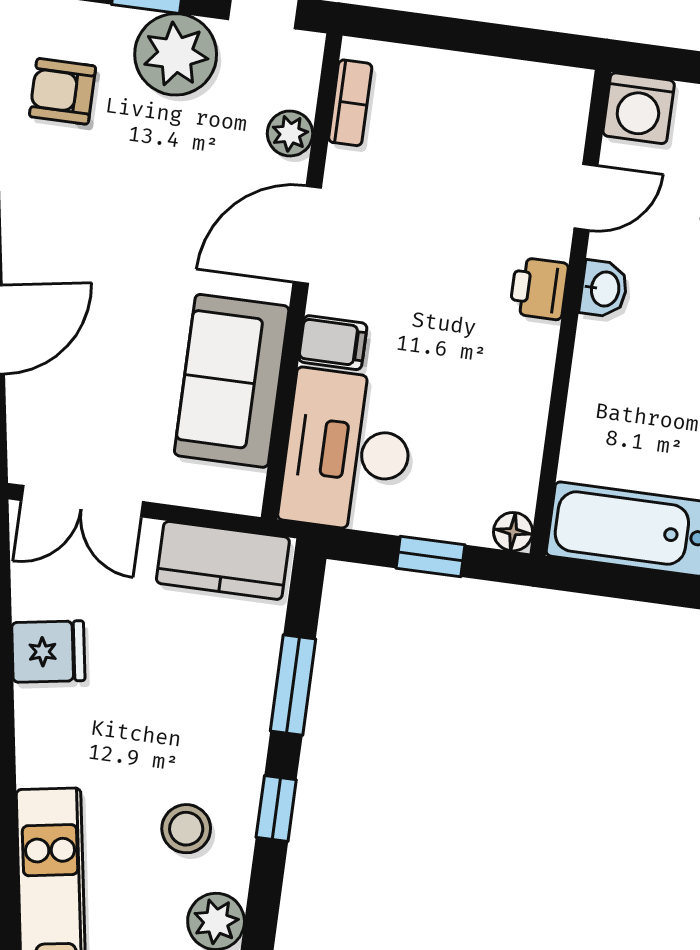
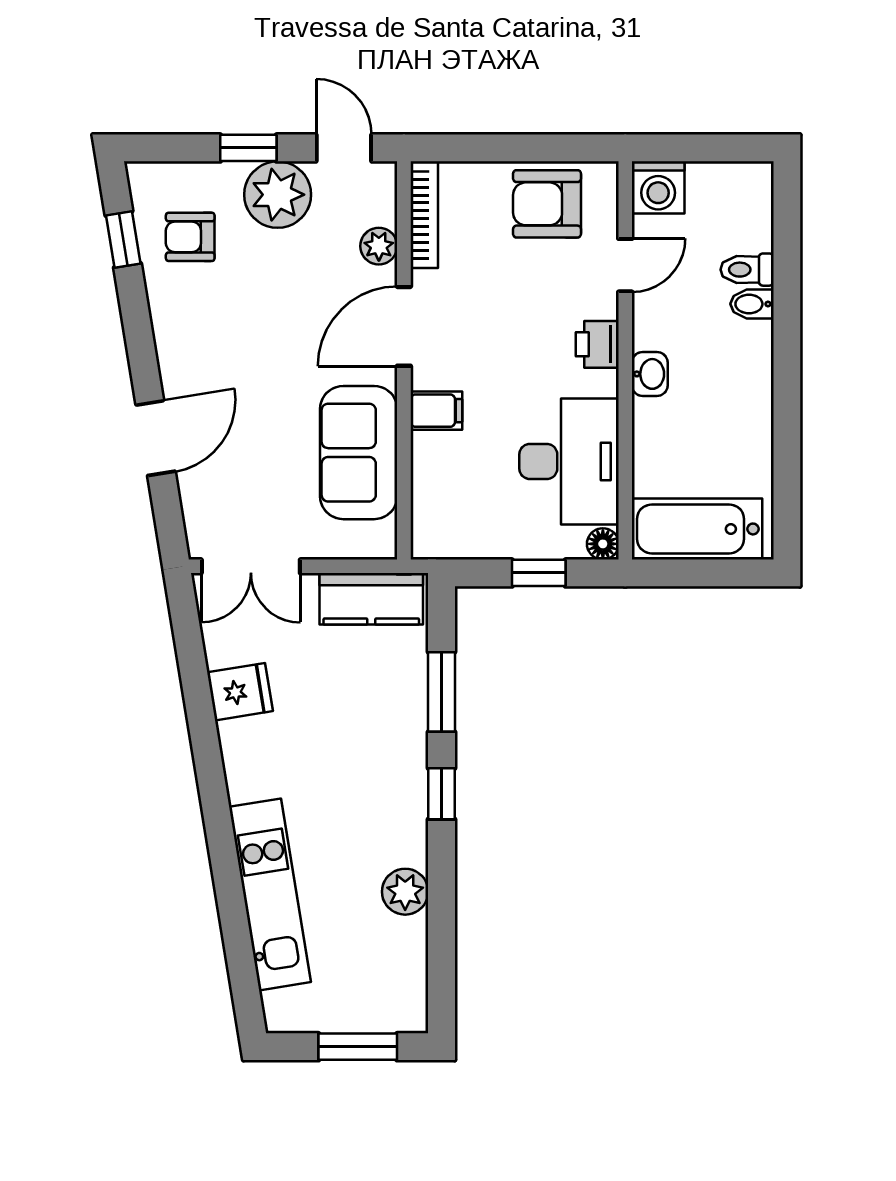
bookcase: (350, 103) -> (424, 215), width x1.56
armchair: (501, 110) -> (547, 204), added
washbasin: (604, 289) -> (650, 374), moved
desk: (348, 451) -> (569, 461), moved, turned 180
stool: (186, 829) -> (371, 820), removed

